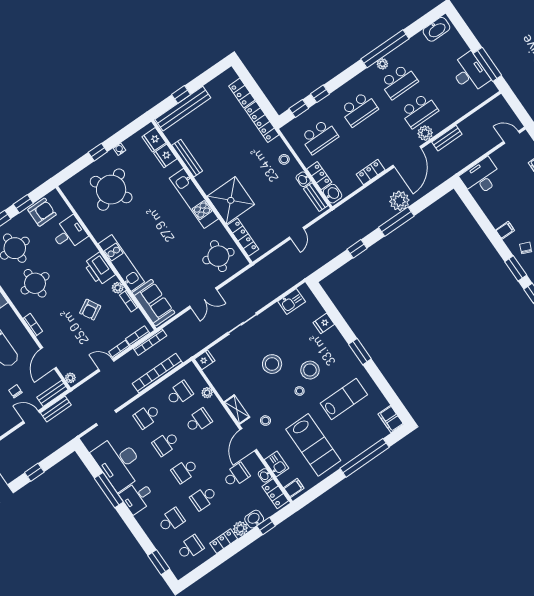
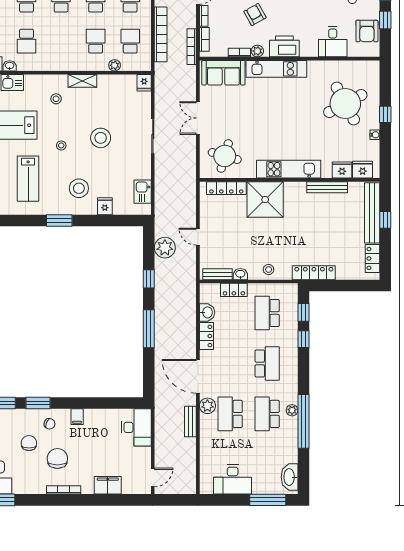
window: (487, 64) -> (268, 500), moved
locker: (242, 93) -> (372, 258), moved, turned -90
school desk: (359, 109) -> (267, 363), turned 180
washbasin: (333, 194) -> (207, 312), moved, turned -90
plant: (399, 201) -> (165, 248), moved
stool: (310, 370) -> (79, 188), moved
school desk: (179, 394) -> (130, 41), turned 180
school desk: (198, 421) -> (96, 41), turned 180
door: (248, 440) -> (50, 73), removed

